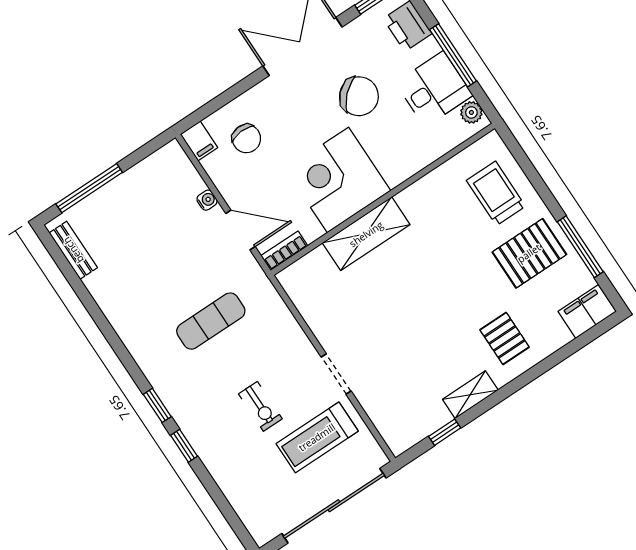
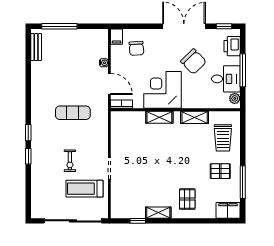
shelving: (424, 190) -> (195, 117), added
trolley: (496, 193) -> (223, 138), turned 180
shelving: (366, 234) -> (159, 117), width x0.67, depth x0.75
pallet: (529, 253) -> (220, 171), width x0.67, depth x0.71

